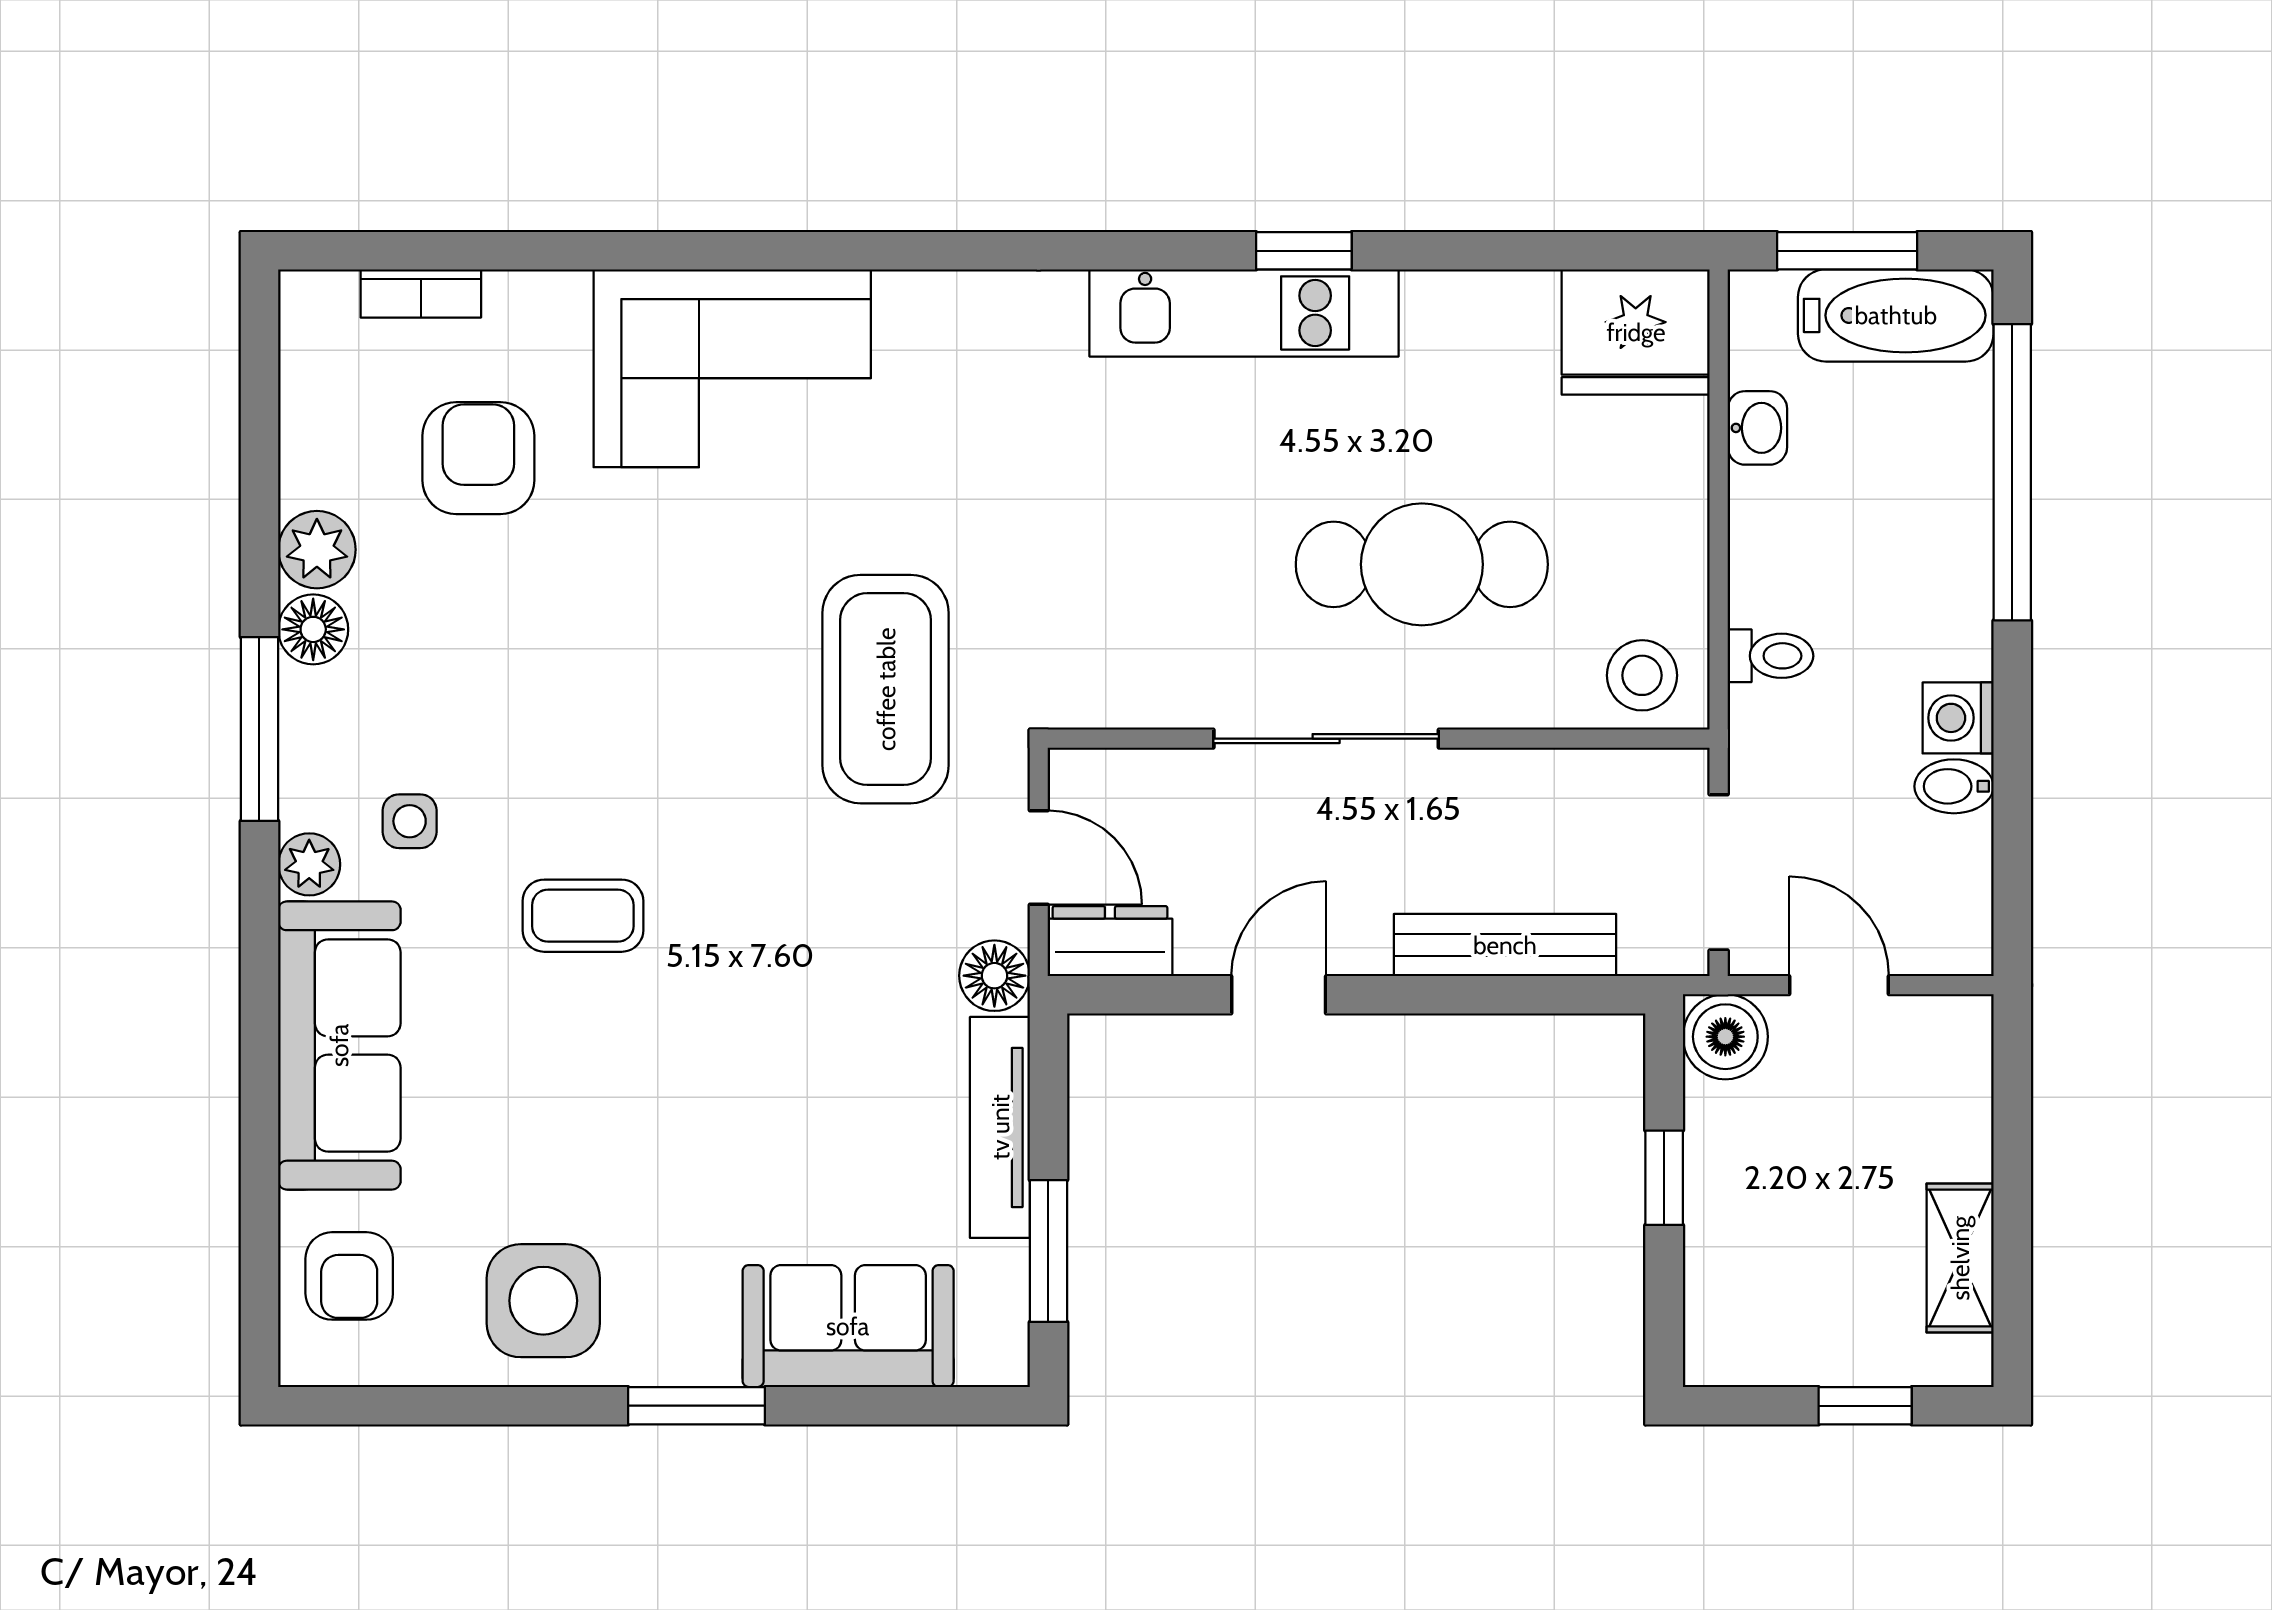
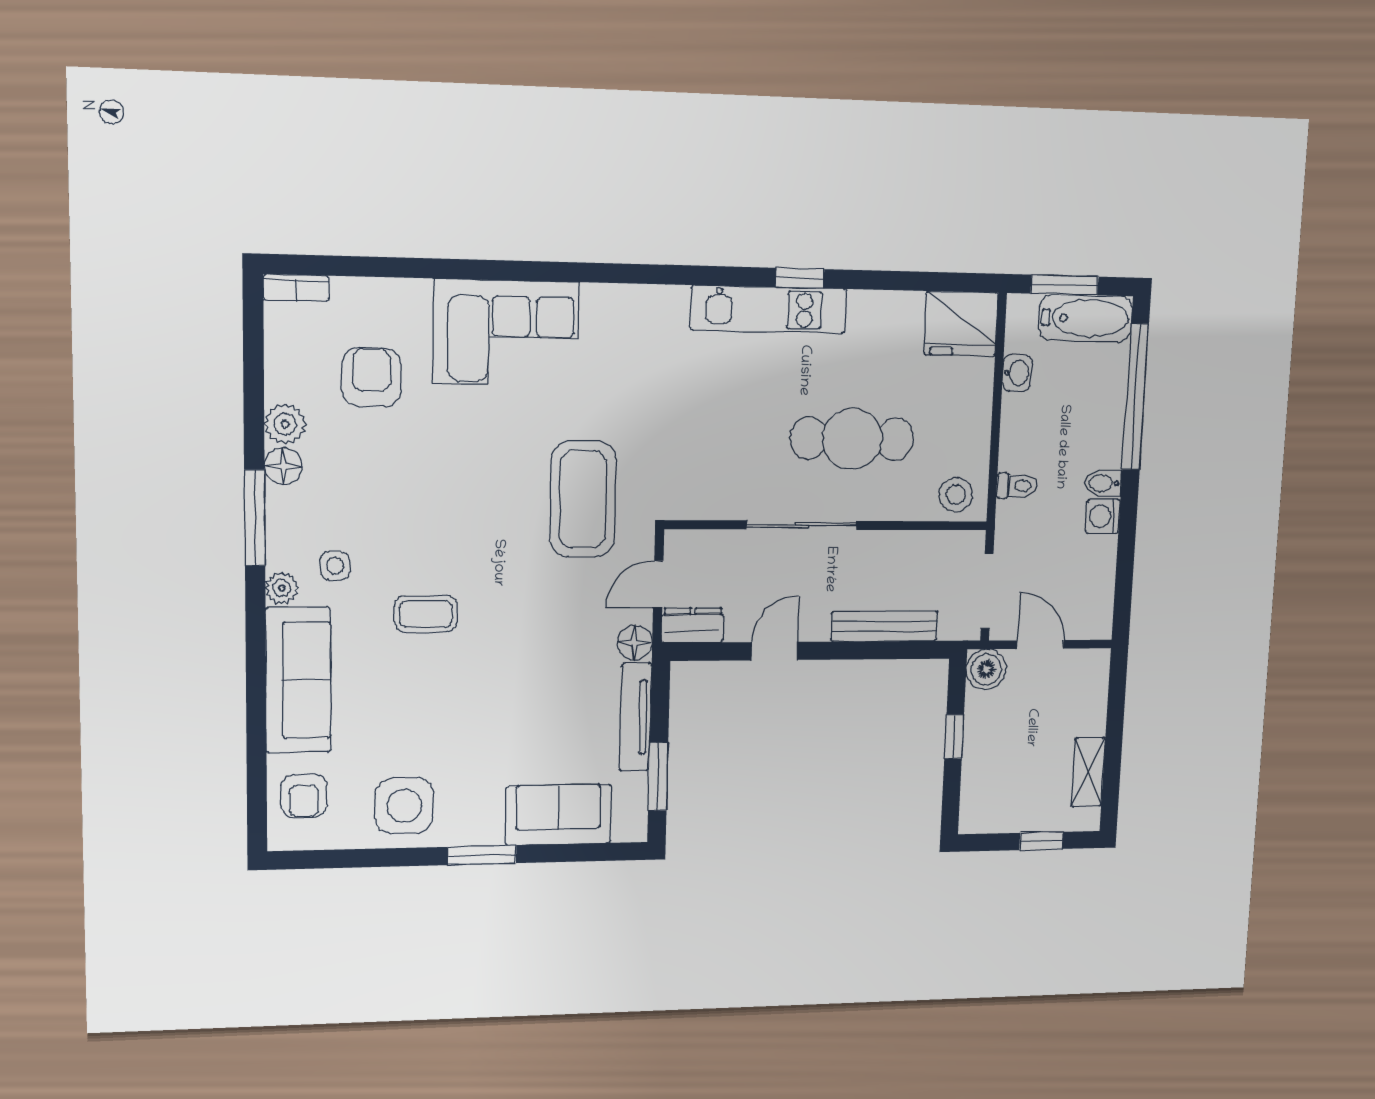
bookcase: (421, 293) -> (296, 288), moved
bidet: (1954, 786) -> (1103, 483), moved
door: (1039, 858) -> (658, 584), swing flipped

